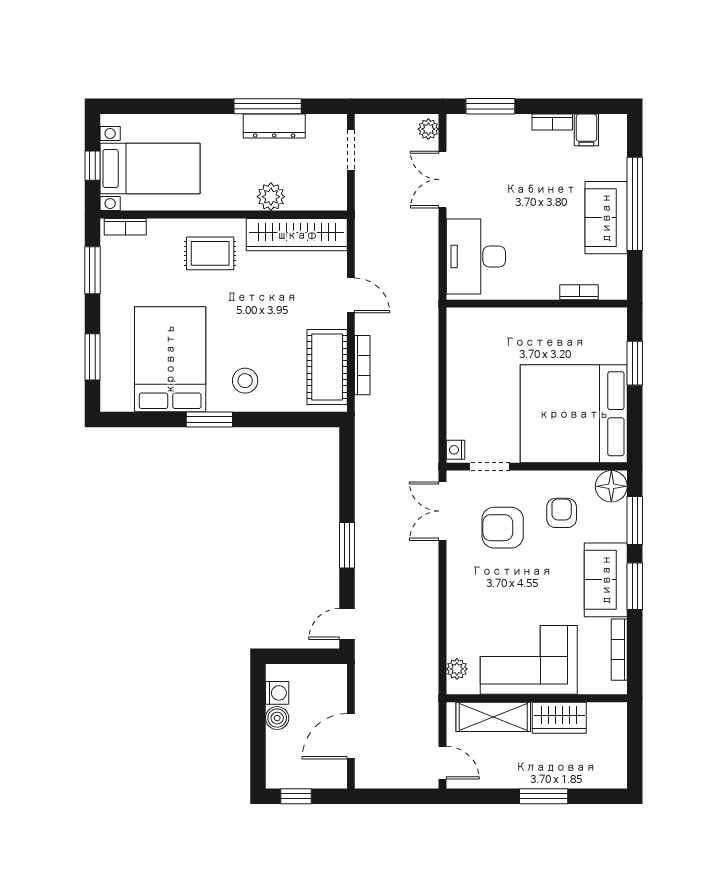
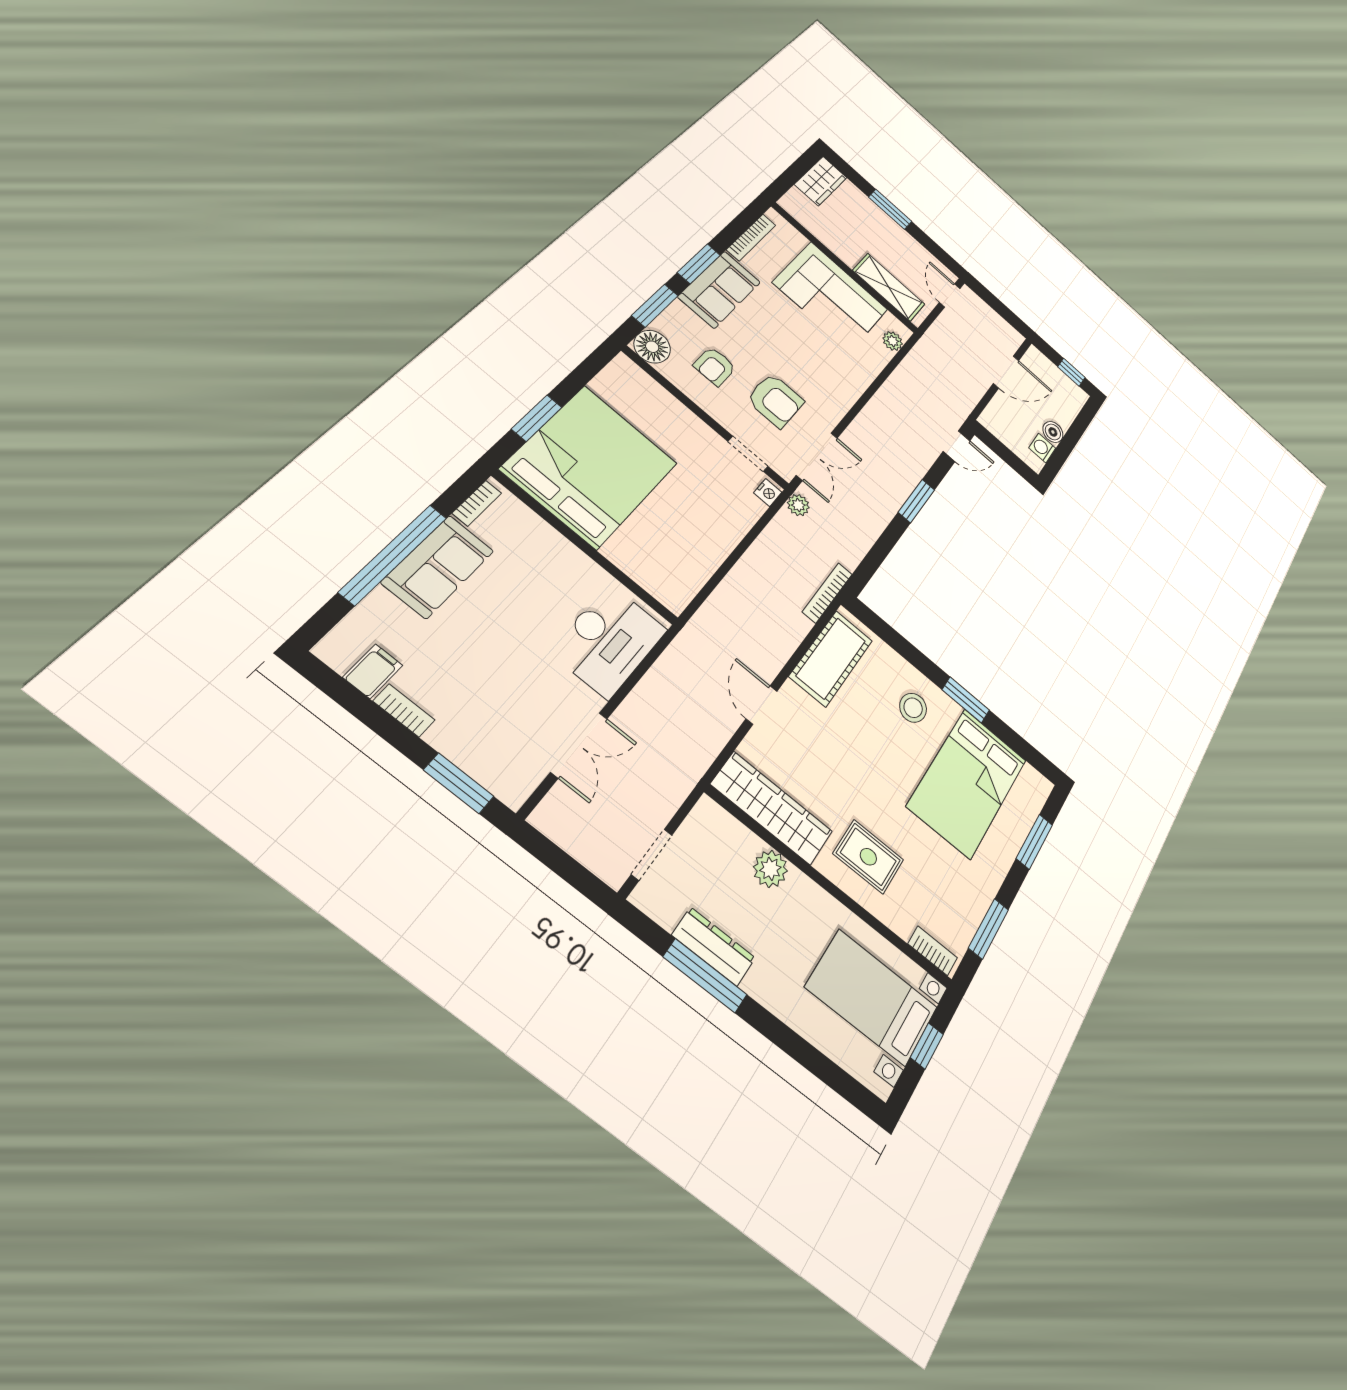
plant: (428, 129) -> (798, 505), moved
bookcase: (579, 292) -> (477, 503), moved, turned -90
bookcase: (362, 365) -> (827, 593), moved
bed: (574, 414) -> (590, 466), moved, turned -90
wardrobe: (559, 718) -> (821, 181), moved, turned 90

